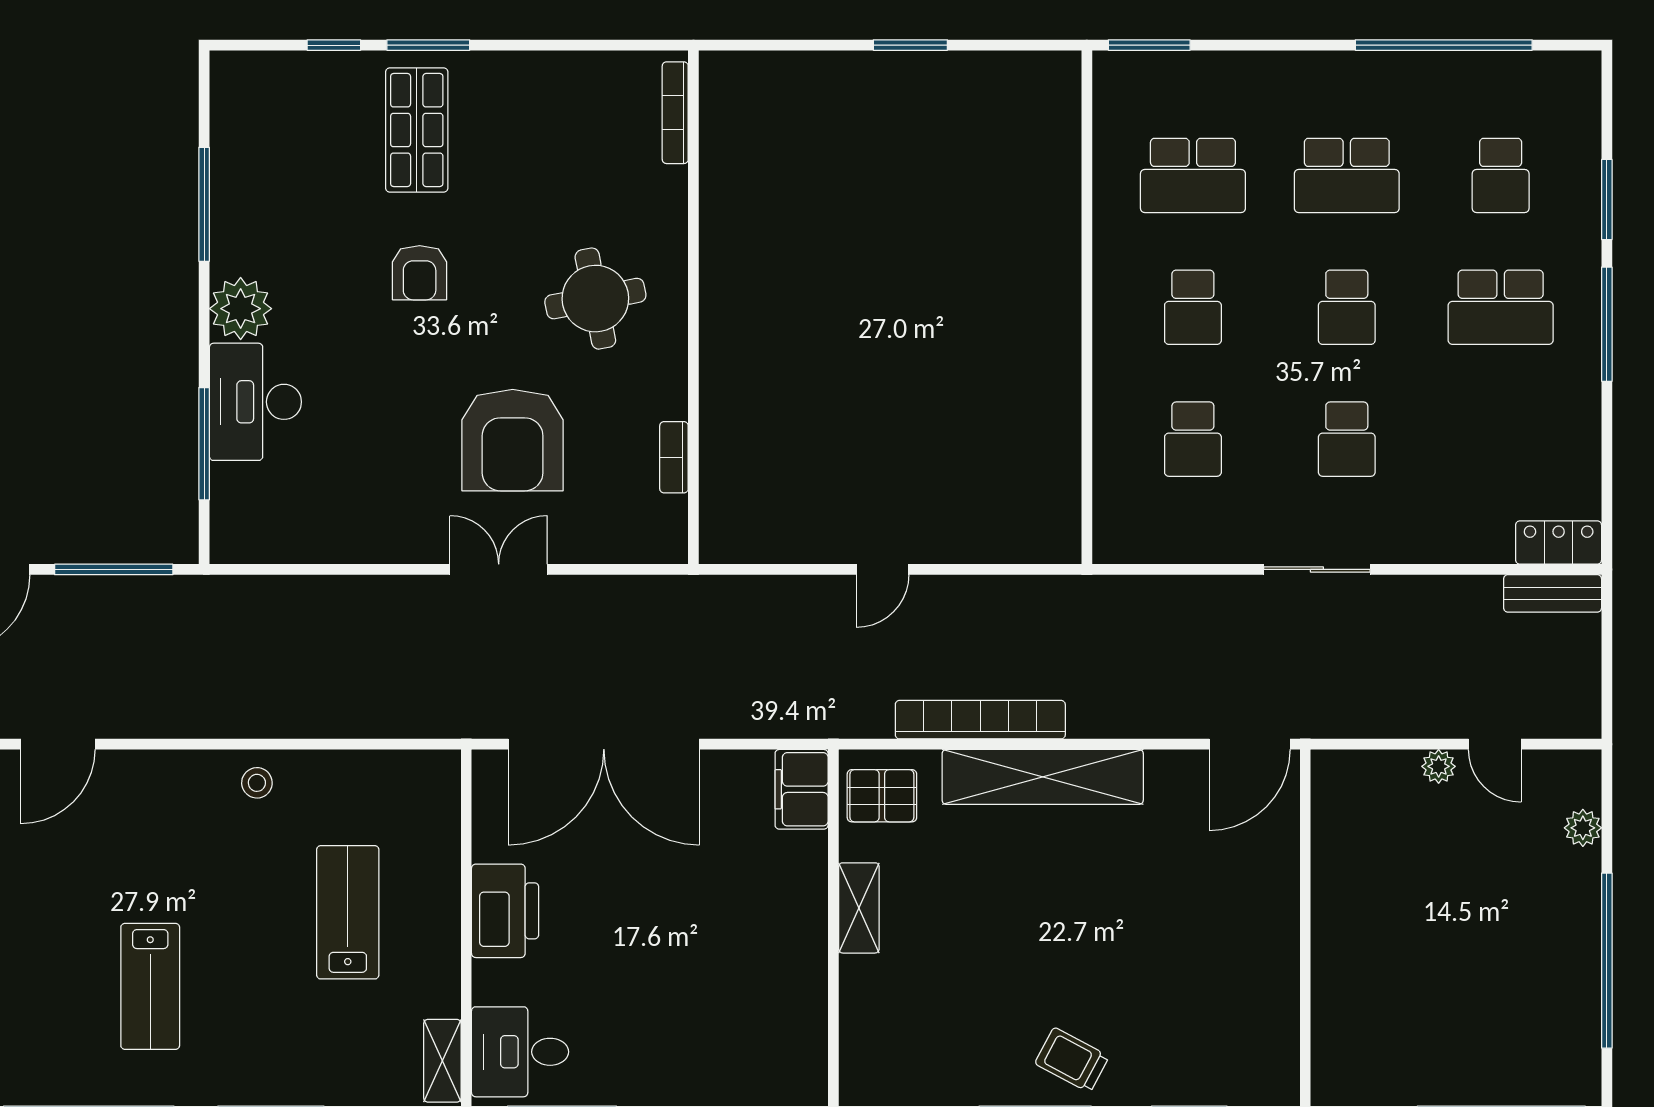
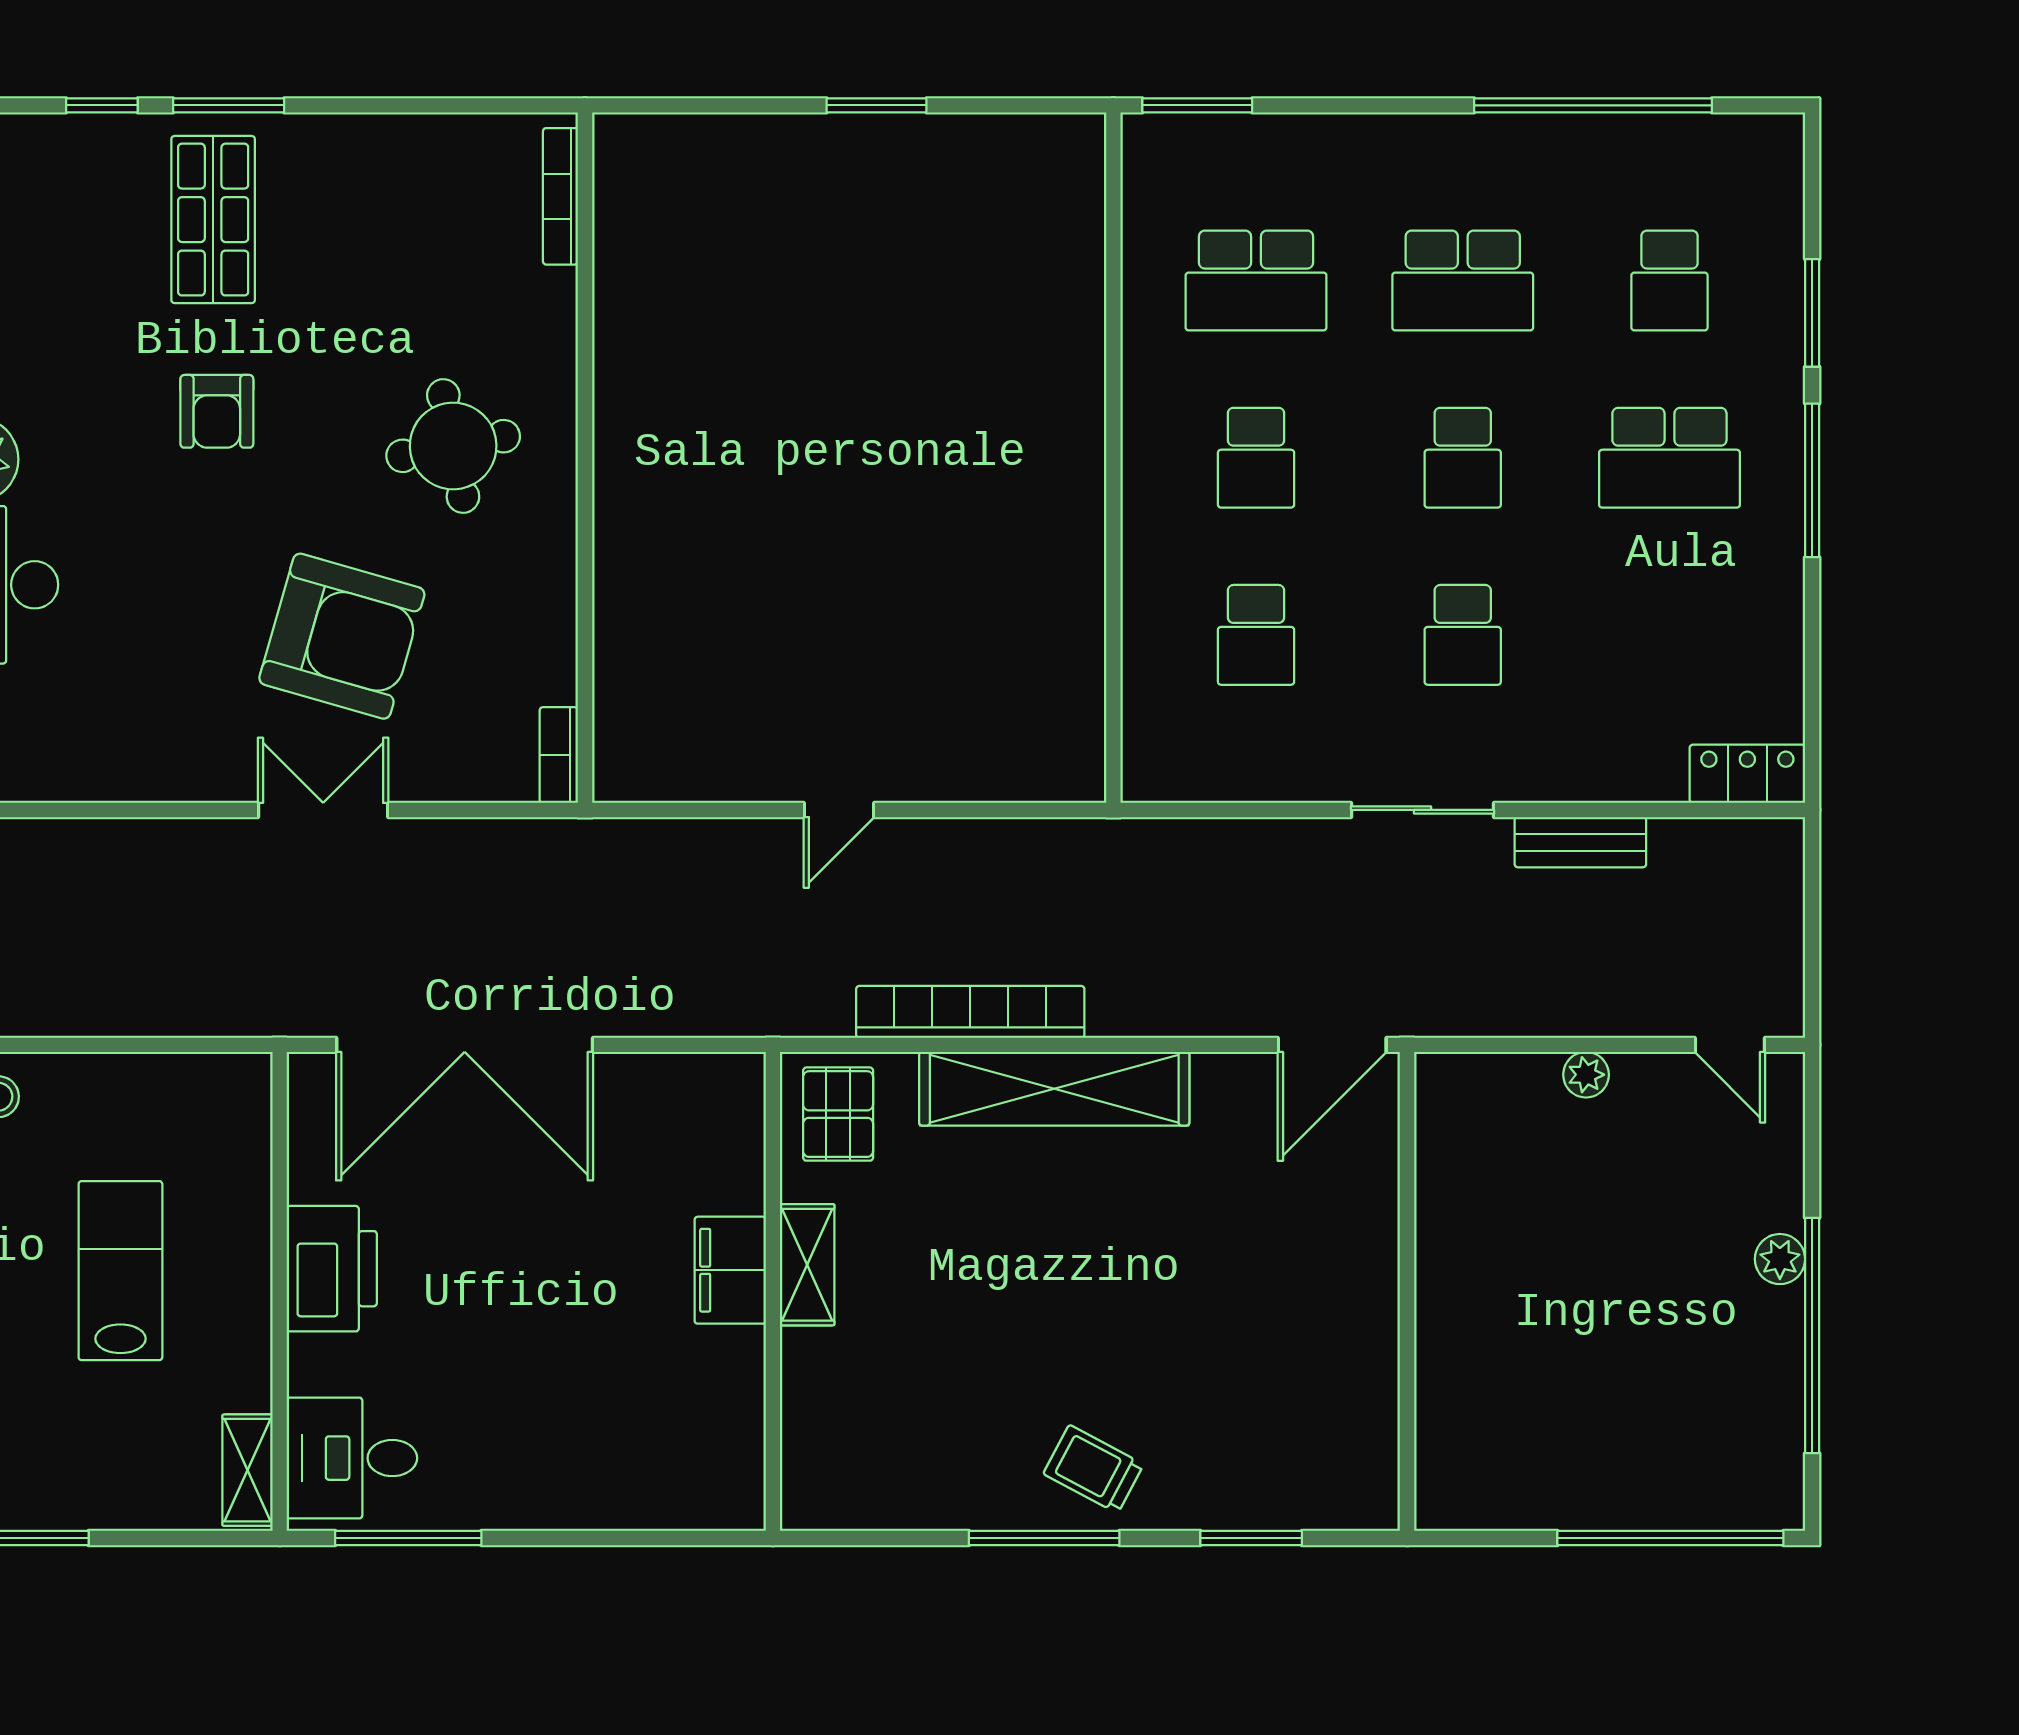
armchair: (513, 440) -> (342, 636), turned -74
bookcase: (674, 457) -> (559, 755), moved
bench: (1553, 593) -> (1580, 842), moved
door: (1495, 744) -> (1730, 1045), moved
filing cabinet: (802, 789) -> (730, 1270), moved
pallet: (882, 796) -> (838, 1114), turned 90
plant: (1583, 828) -> (1780, 1259), moved

